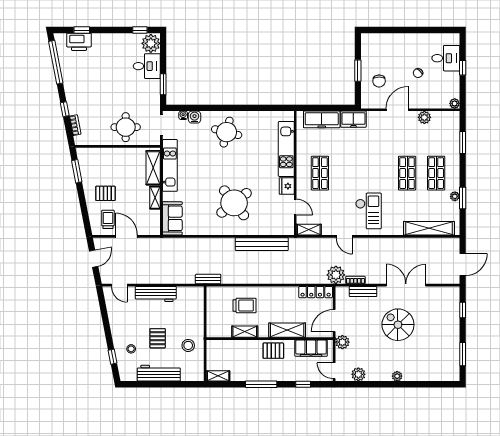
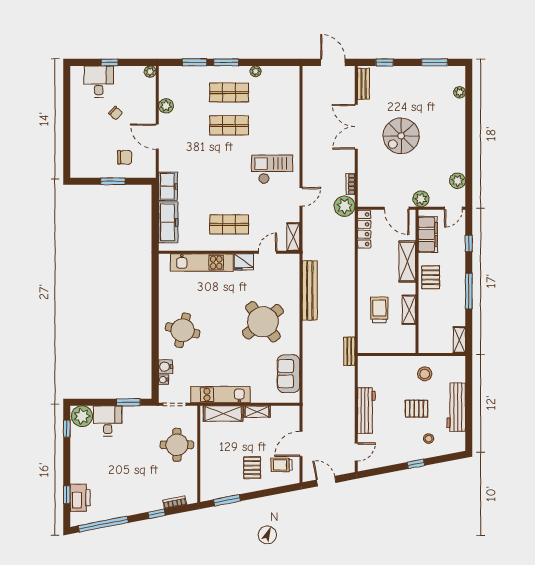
window: (463, 198) -> (226, 62), moved
sofa: (172, 218) -> (289, 374), moved, turned -90
shelving: (429, 228) -> (292, 101), removed
bench: (363, 291) -> (363, 84), moved
window: (113, 357) -> (416, 464), moved
plant: (397, 376) -> (460, 92), moved

